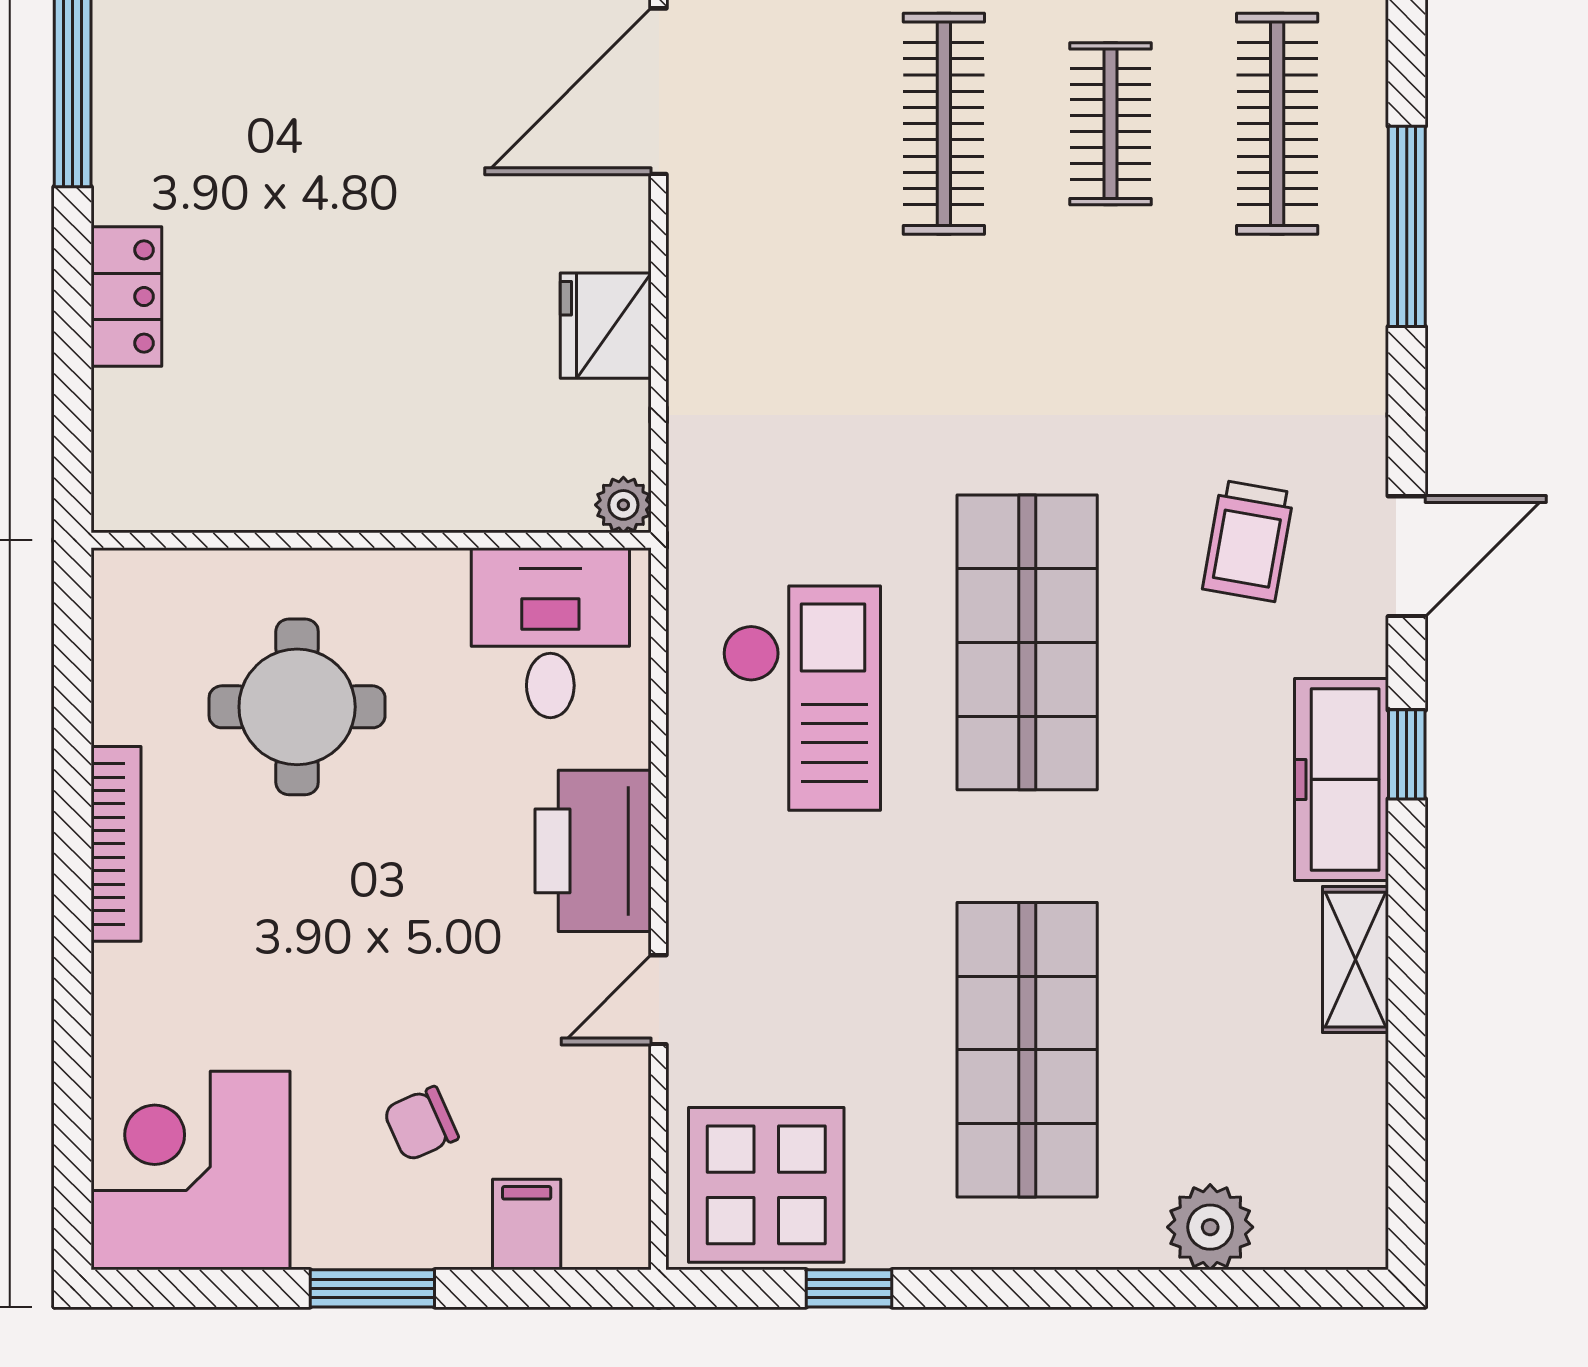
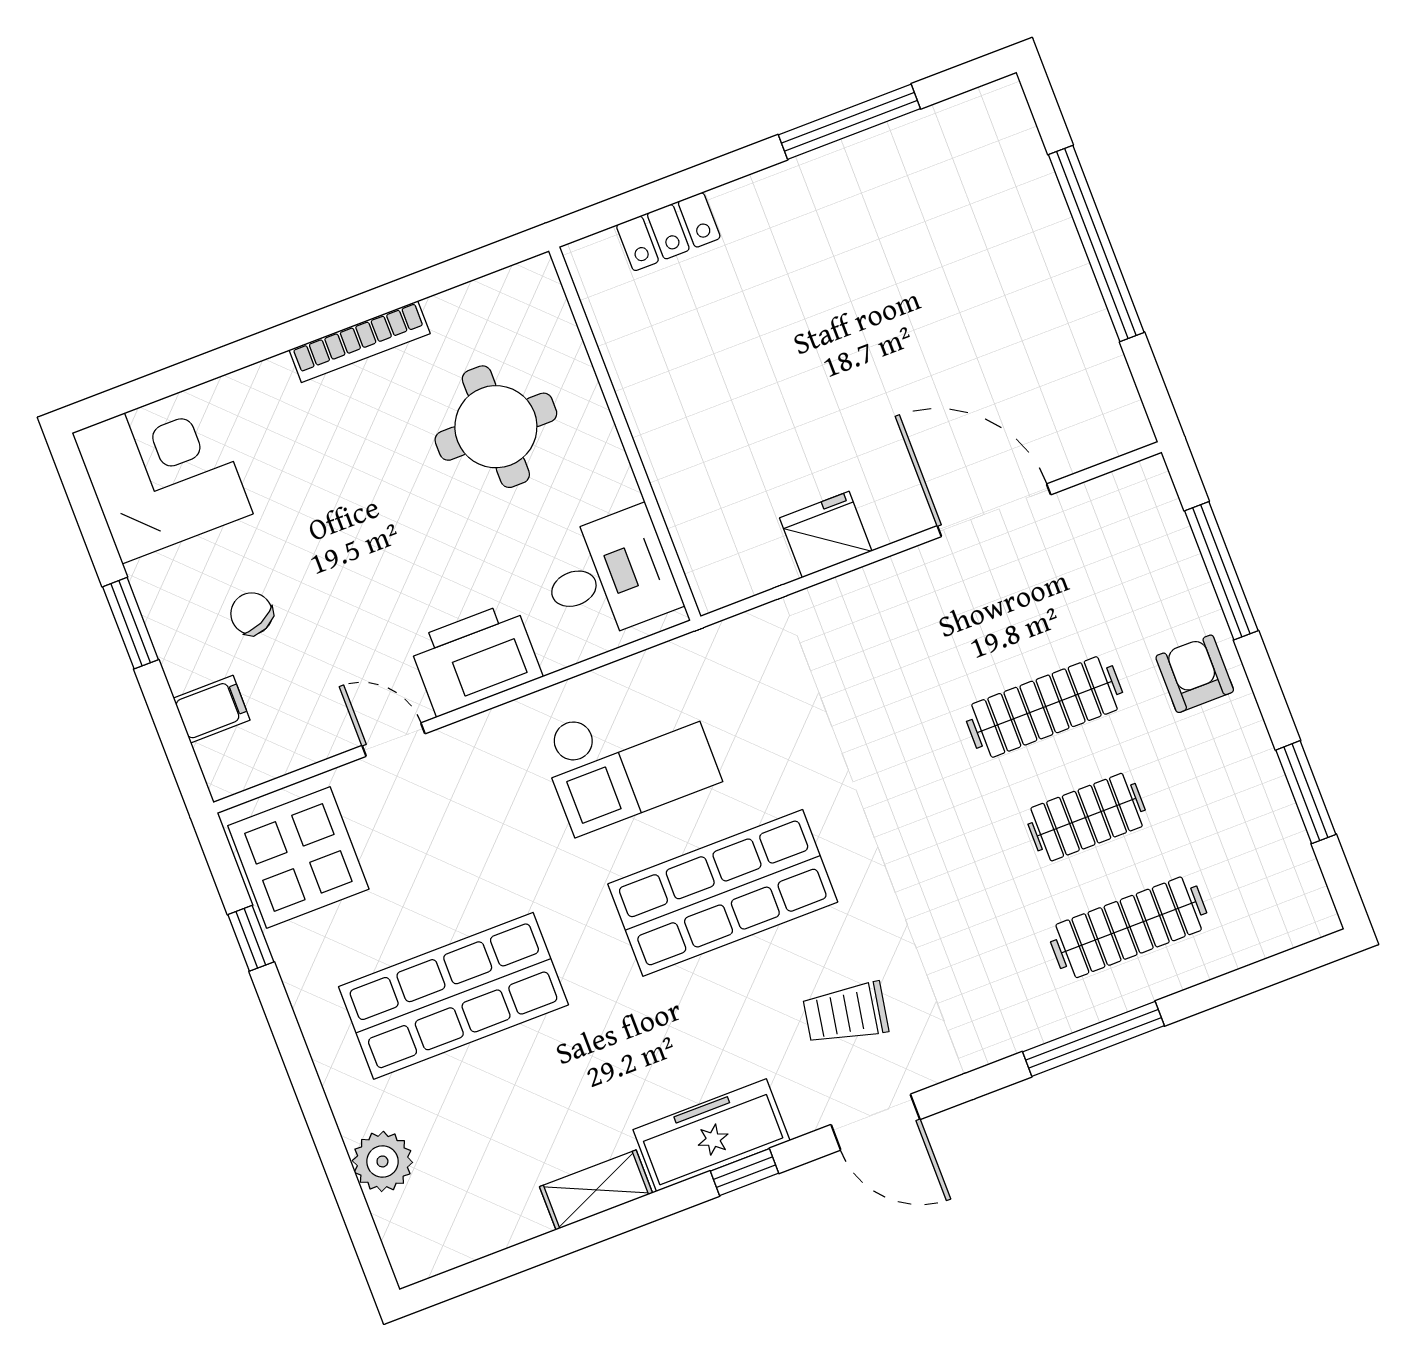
locker: (126, 297) -> (668, 232), moved
plant: (623, 505) -> (712, 591), removed

